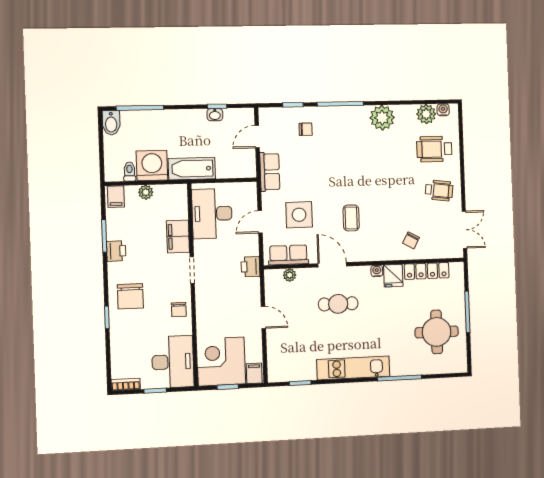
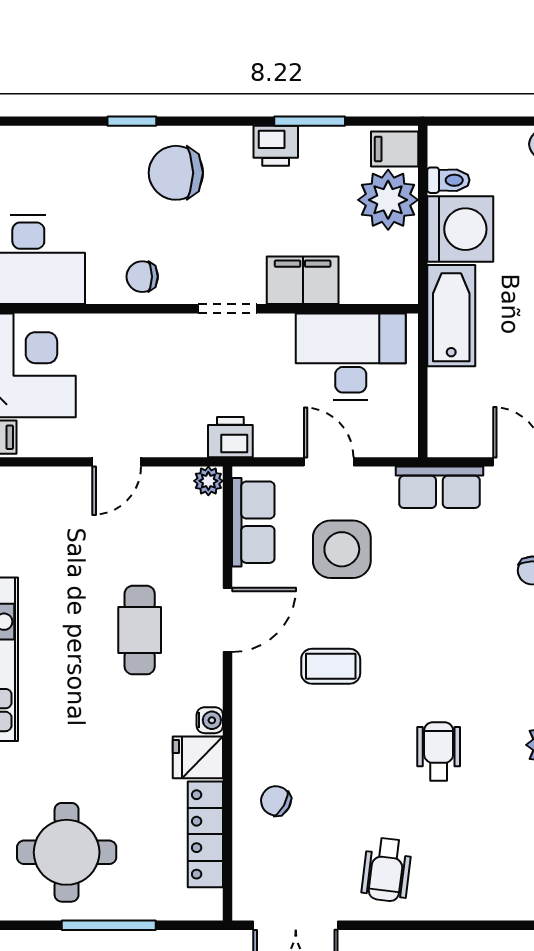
wheelchair: (434, 149) -> (439, 751), moved, width x0.73, depth x0.73
plant: (146, 192) -> (388, 200), width x1.88, depth x1.88
plant: (290, 275) -> (208, 481), moved

